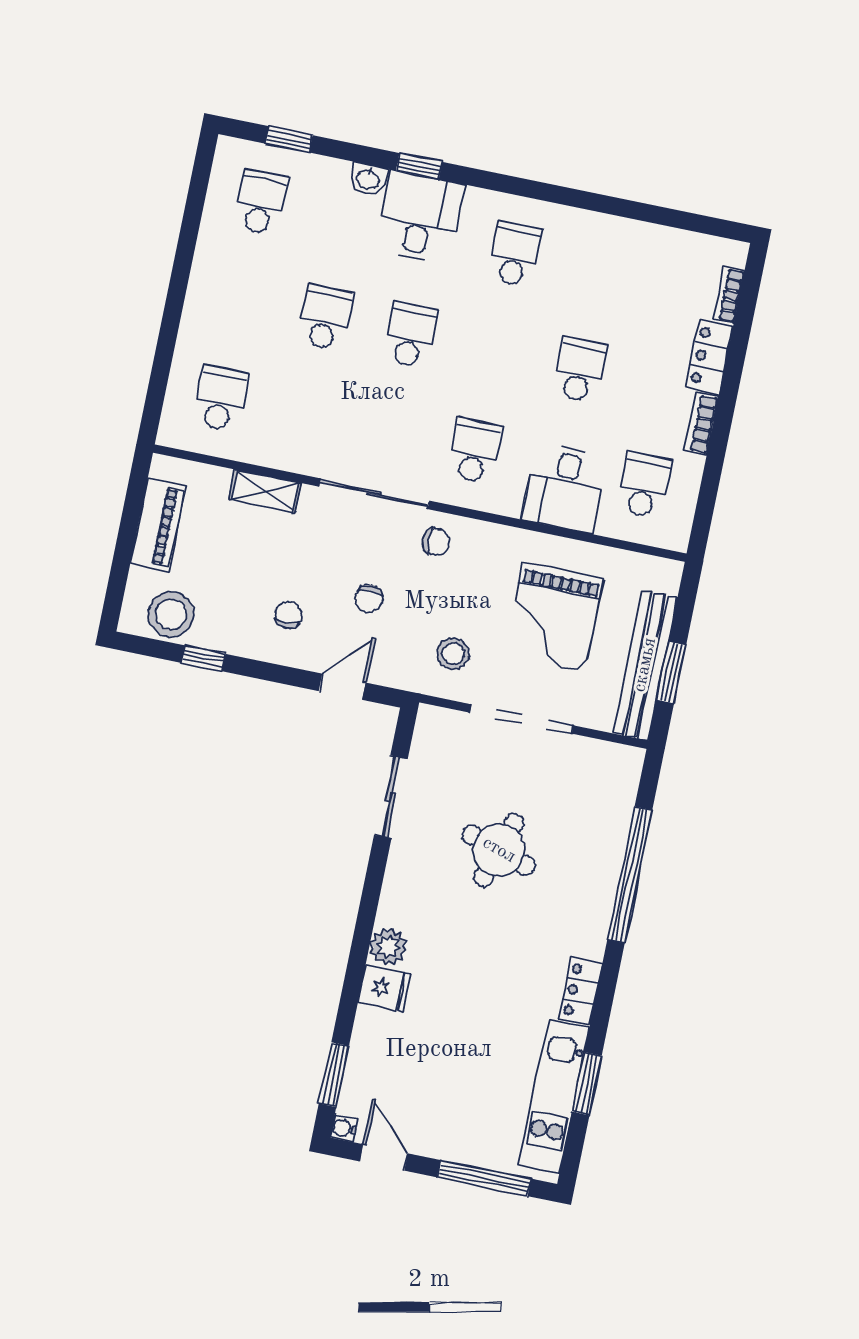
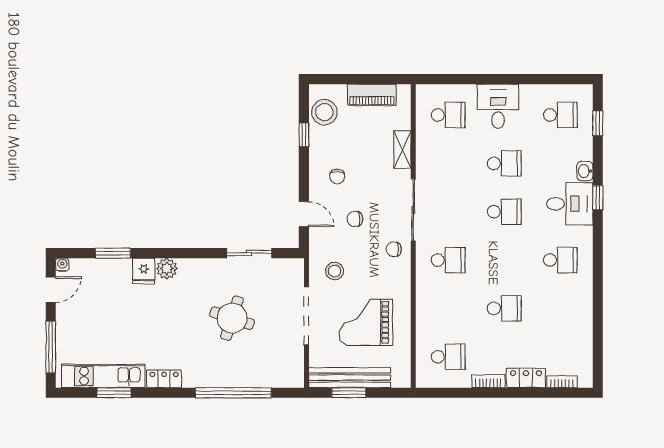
desk: (565, 488) -> (498, 106), moved, turned 90
chair: (436, 542) -> (394, 249), turned 90
chair: (288, 615) -> (337, 176), turned 90
window: (334, 1075) -> (113, 253), moved

